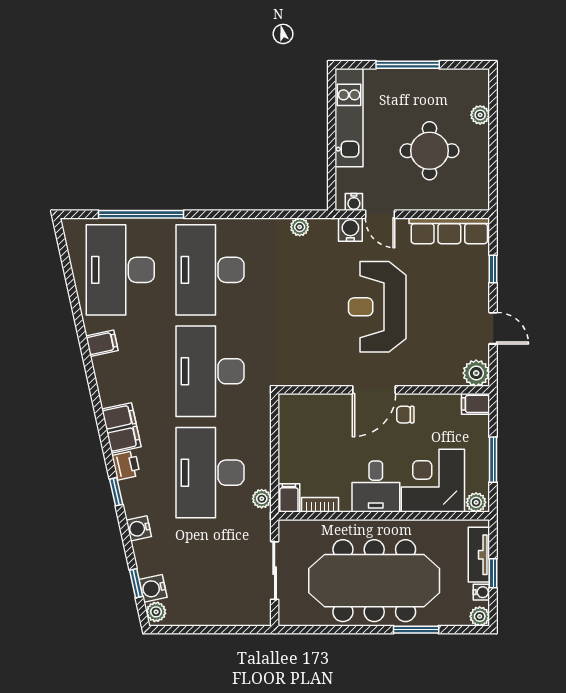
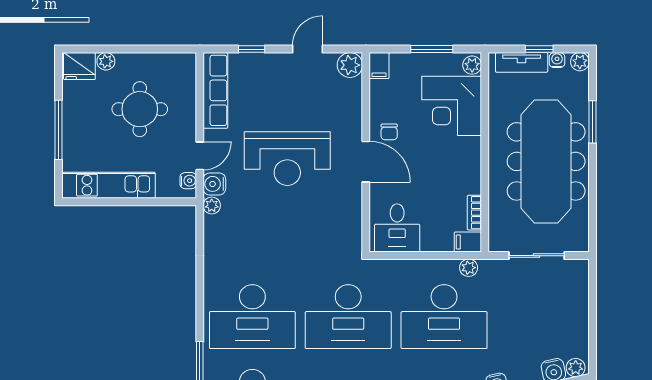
fridge: (475, 87) -> (79, 66), added
plant: (300, 227) -> (212, 206), moved
desk: (376, 487) -> (397, 228), moved, turned 90

